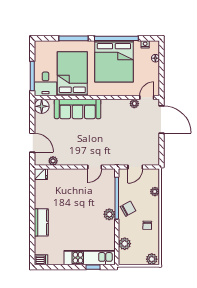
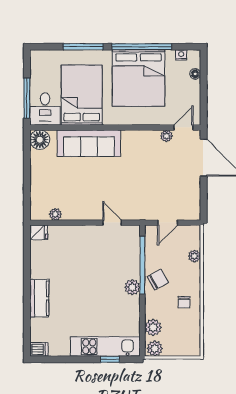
door: (32, 143) -> (27, 189), removed
door: (95, 167) -> (112, 223), swing flipped
plant: (152, 259) -> (155, 348), moved

